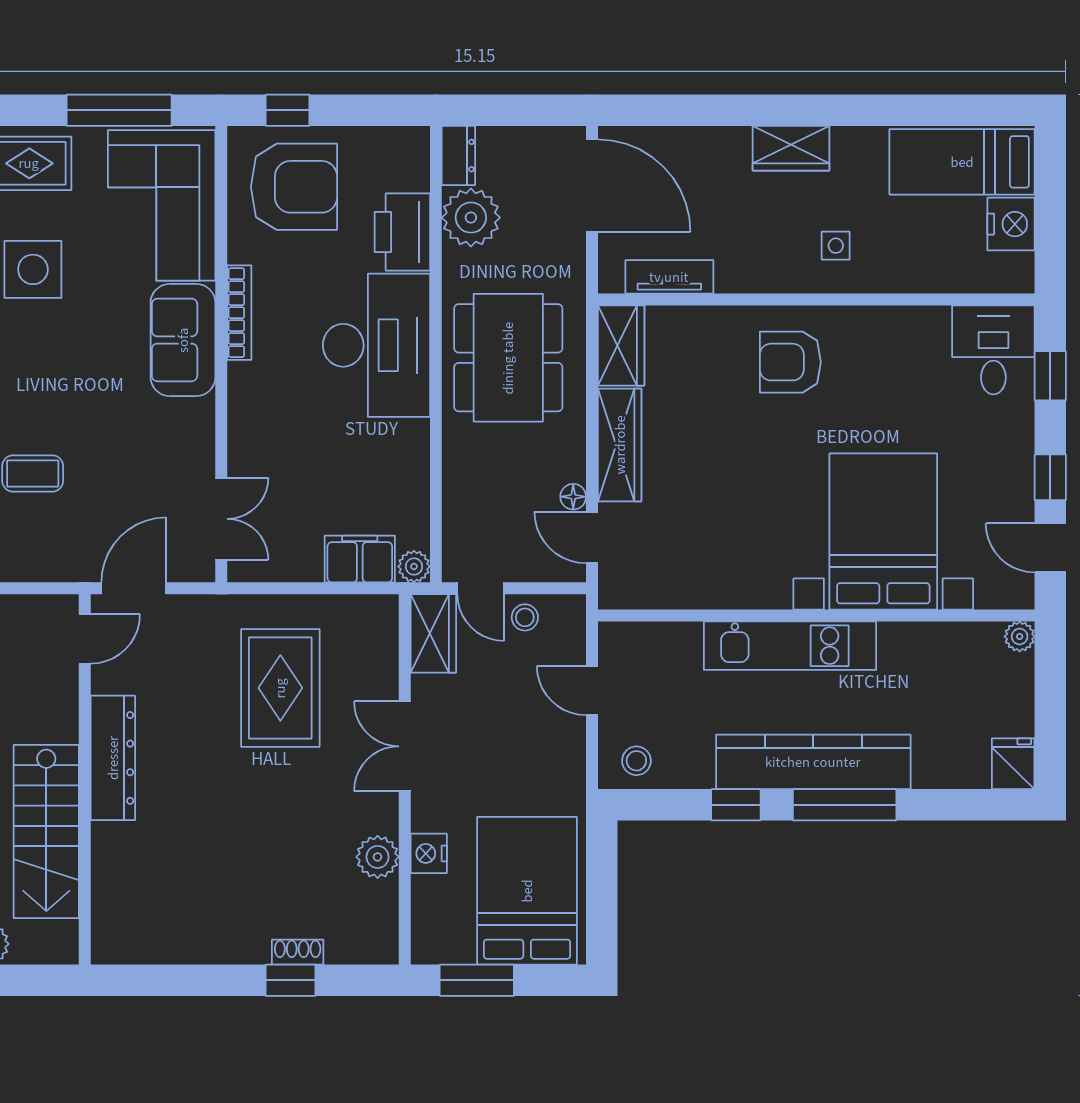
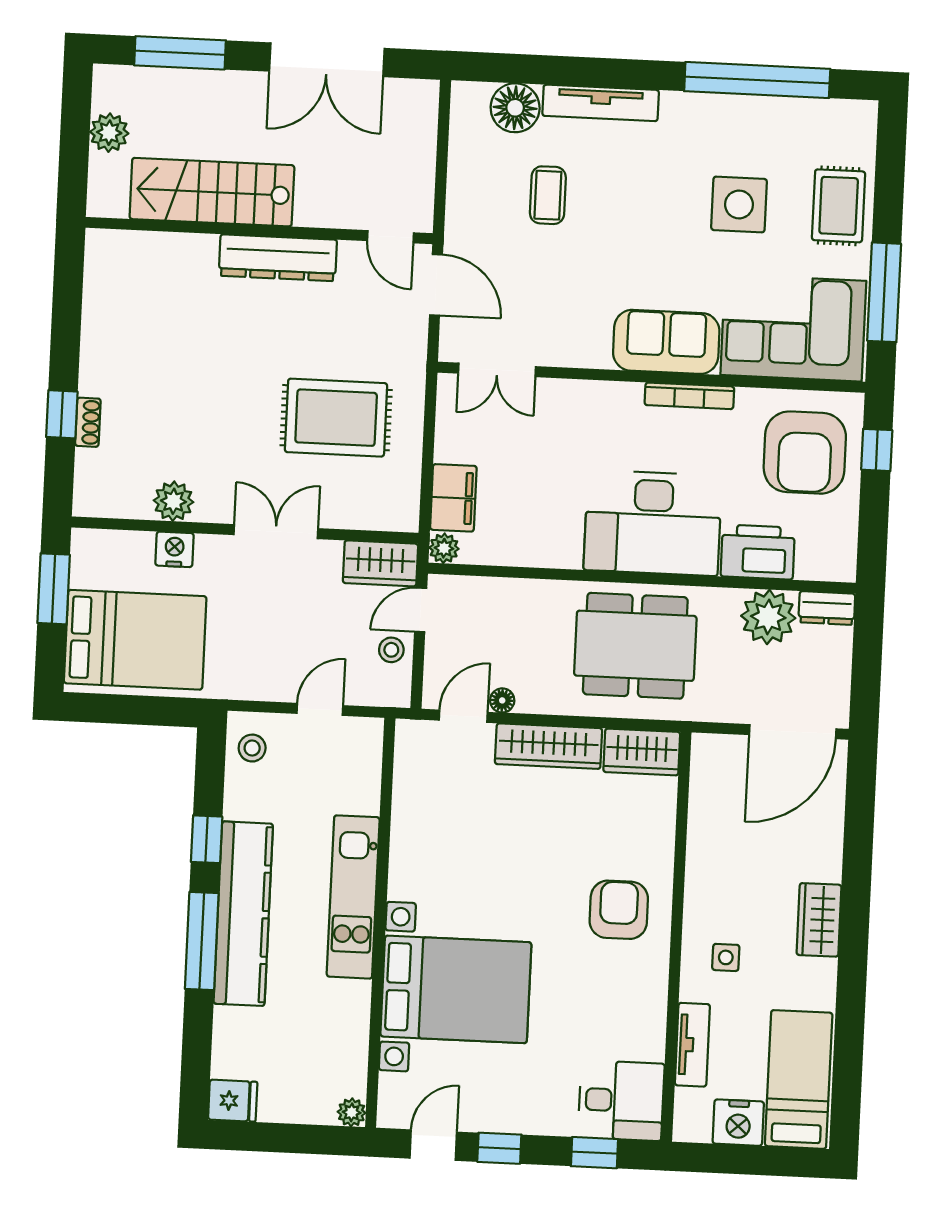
tv unit: (669, 277) -> (692, 1045), moved

